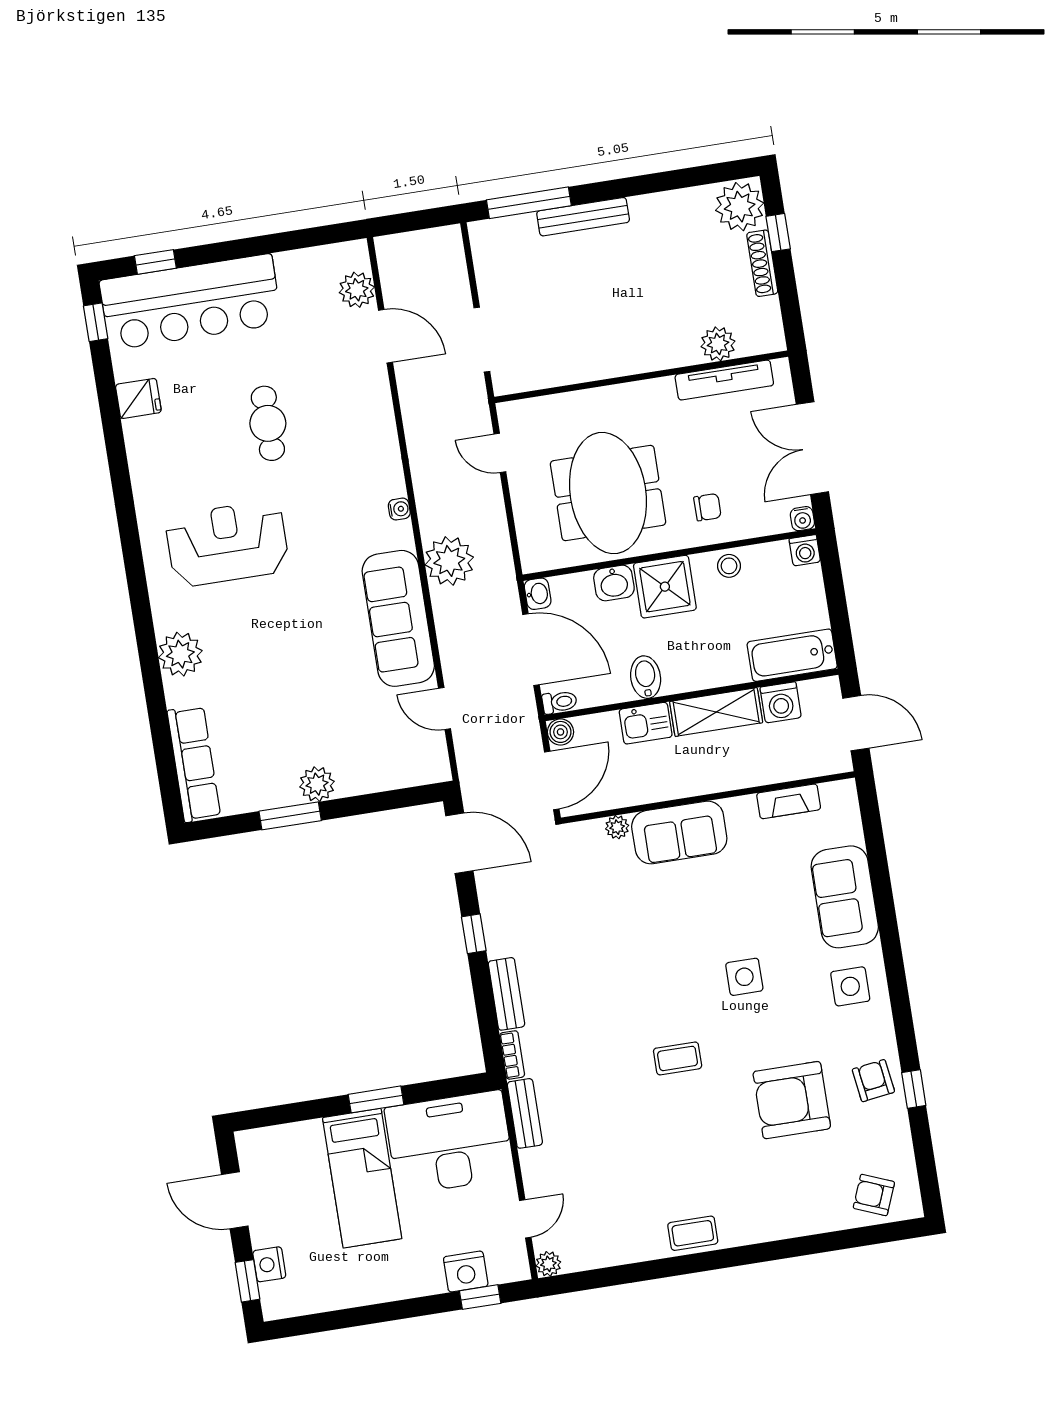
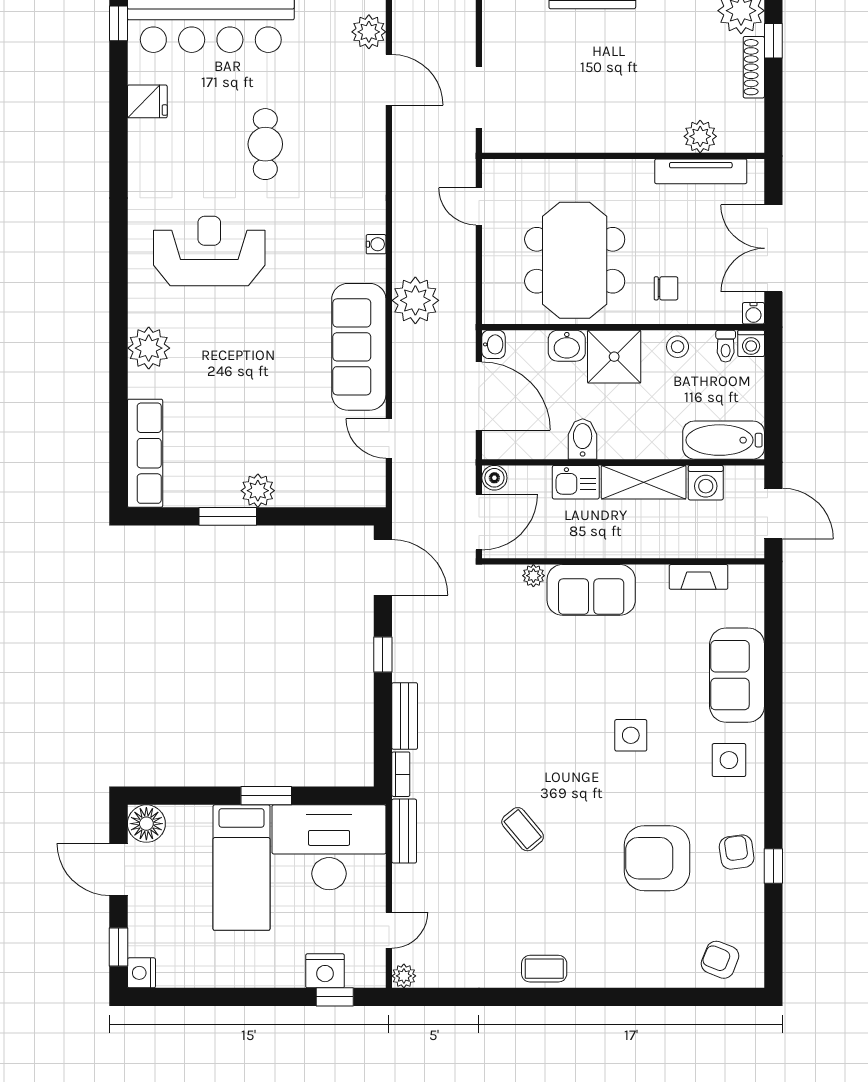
toilet: (560, 702) -> (726, 346), moved, turned 90
coffee table: (678, 1058) -> (523, 829), moved, turned 50
floor lamp: (256, 1148) -> (146, 824), added
nightstand: (269, 1264) -> (141, 973), moved

